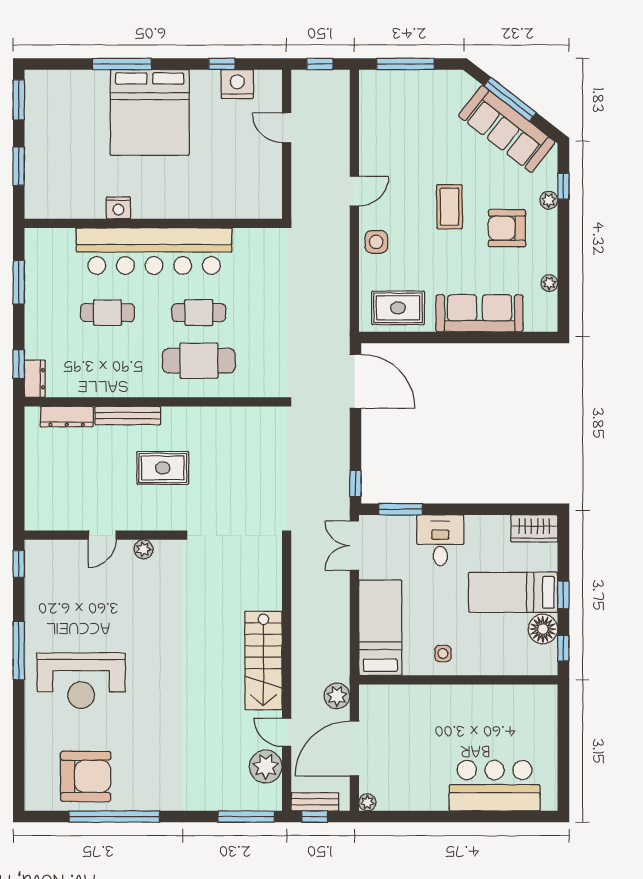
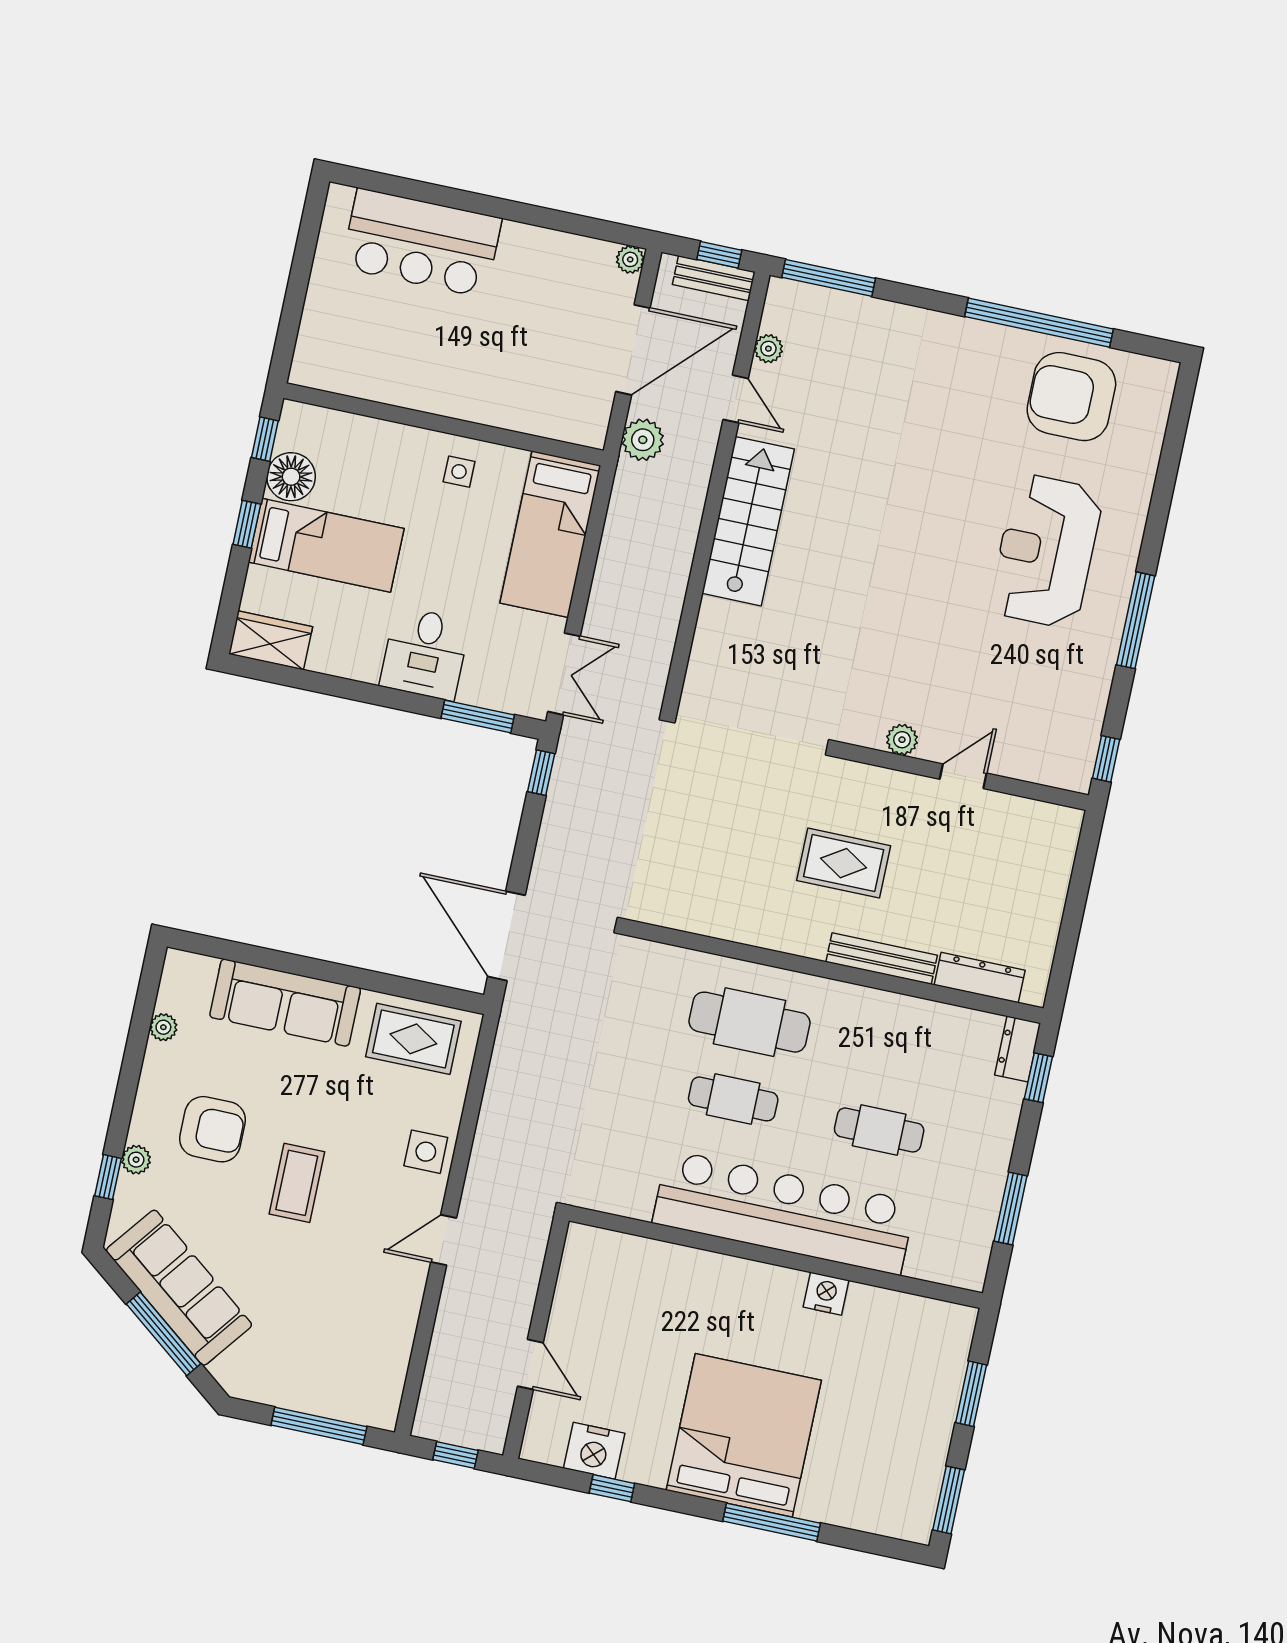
reception desk: (81, 681) -> (1046, 551), turned -90
plant: (266, 767) -> (768, 349), width x0.53, depth x0.53

